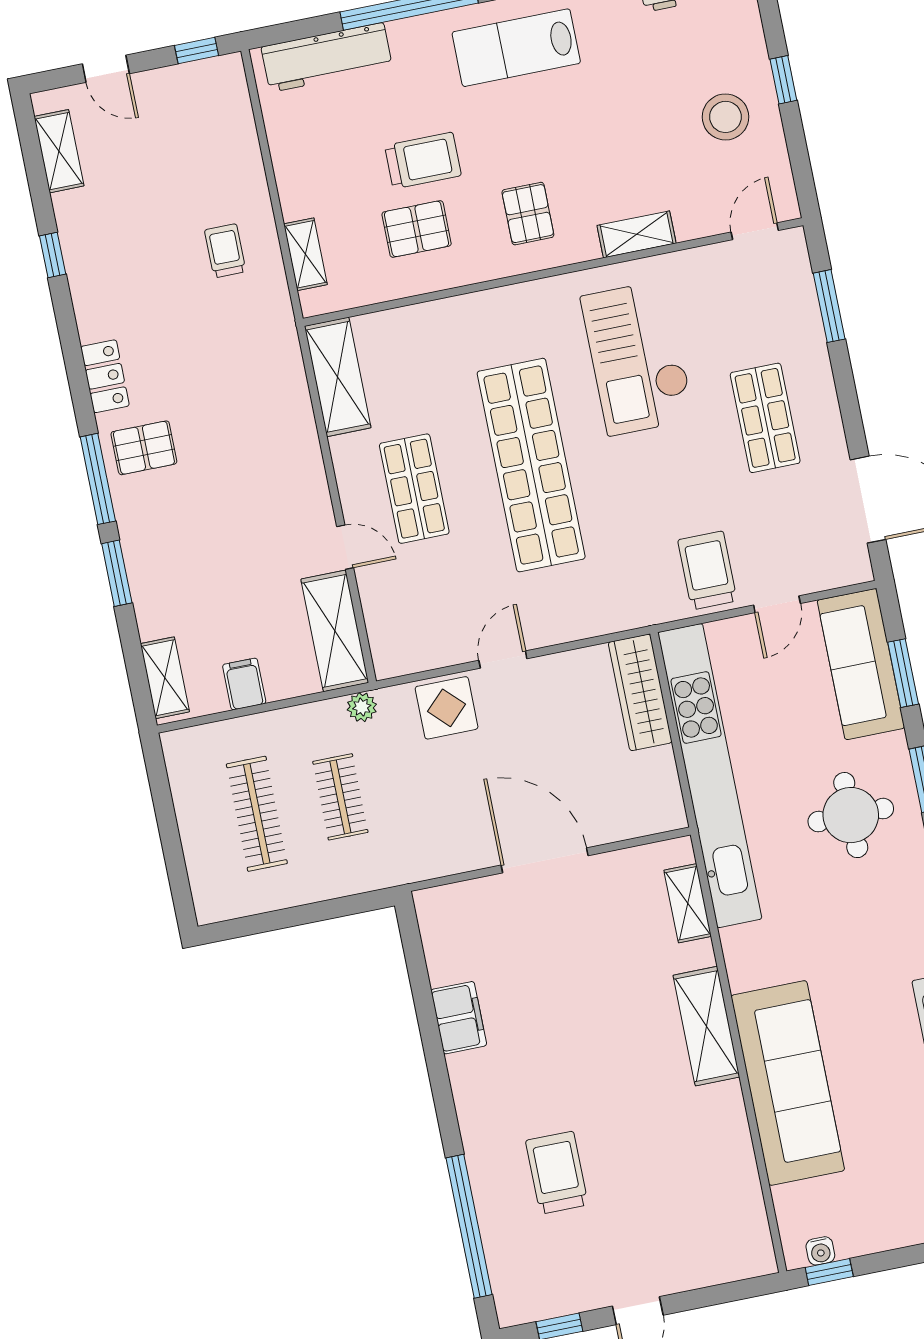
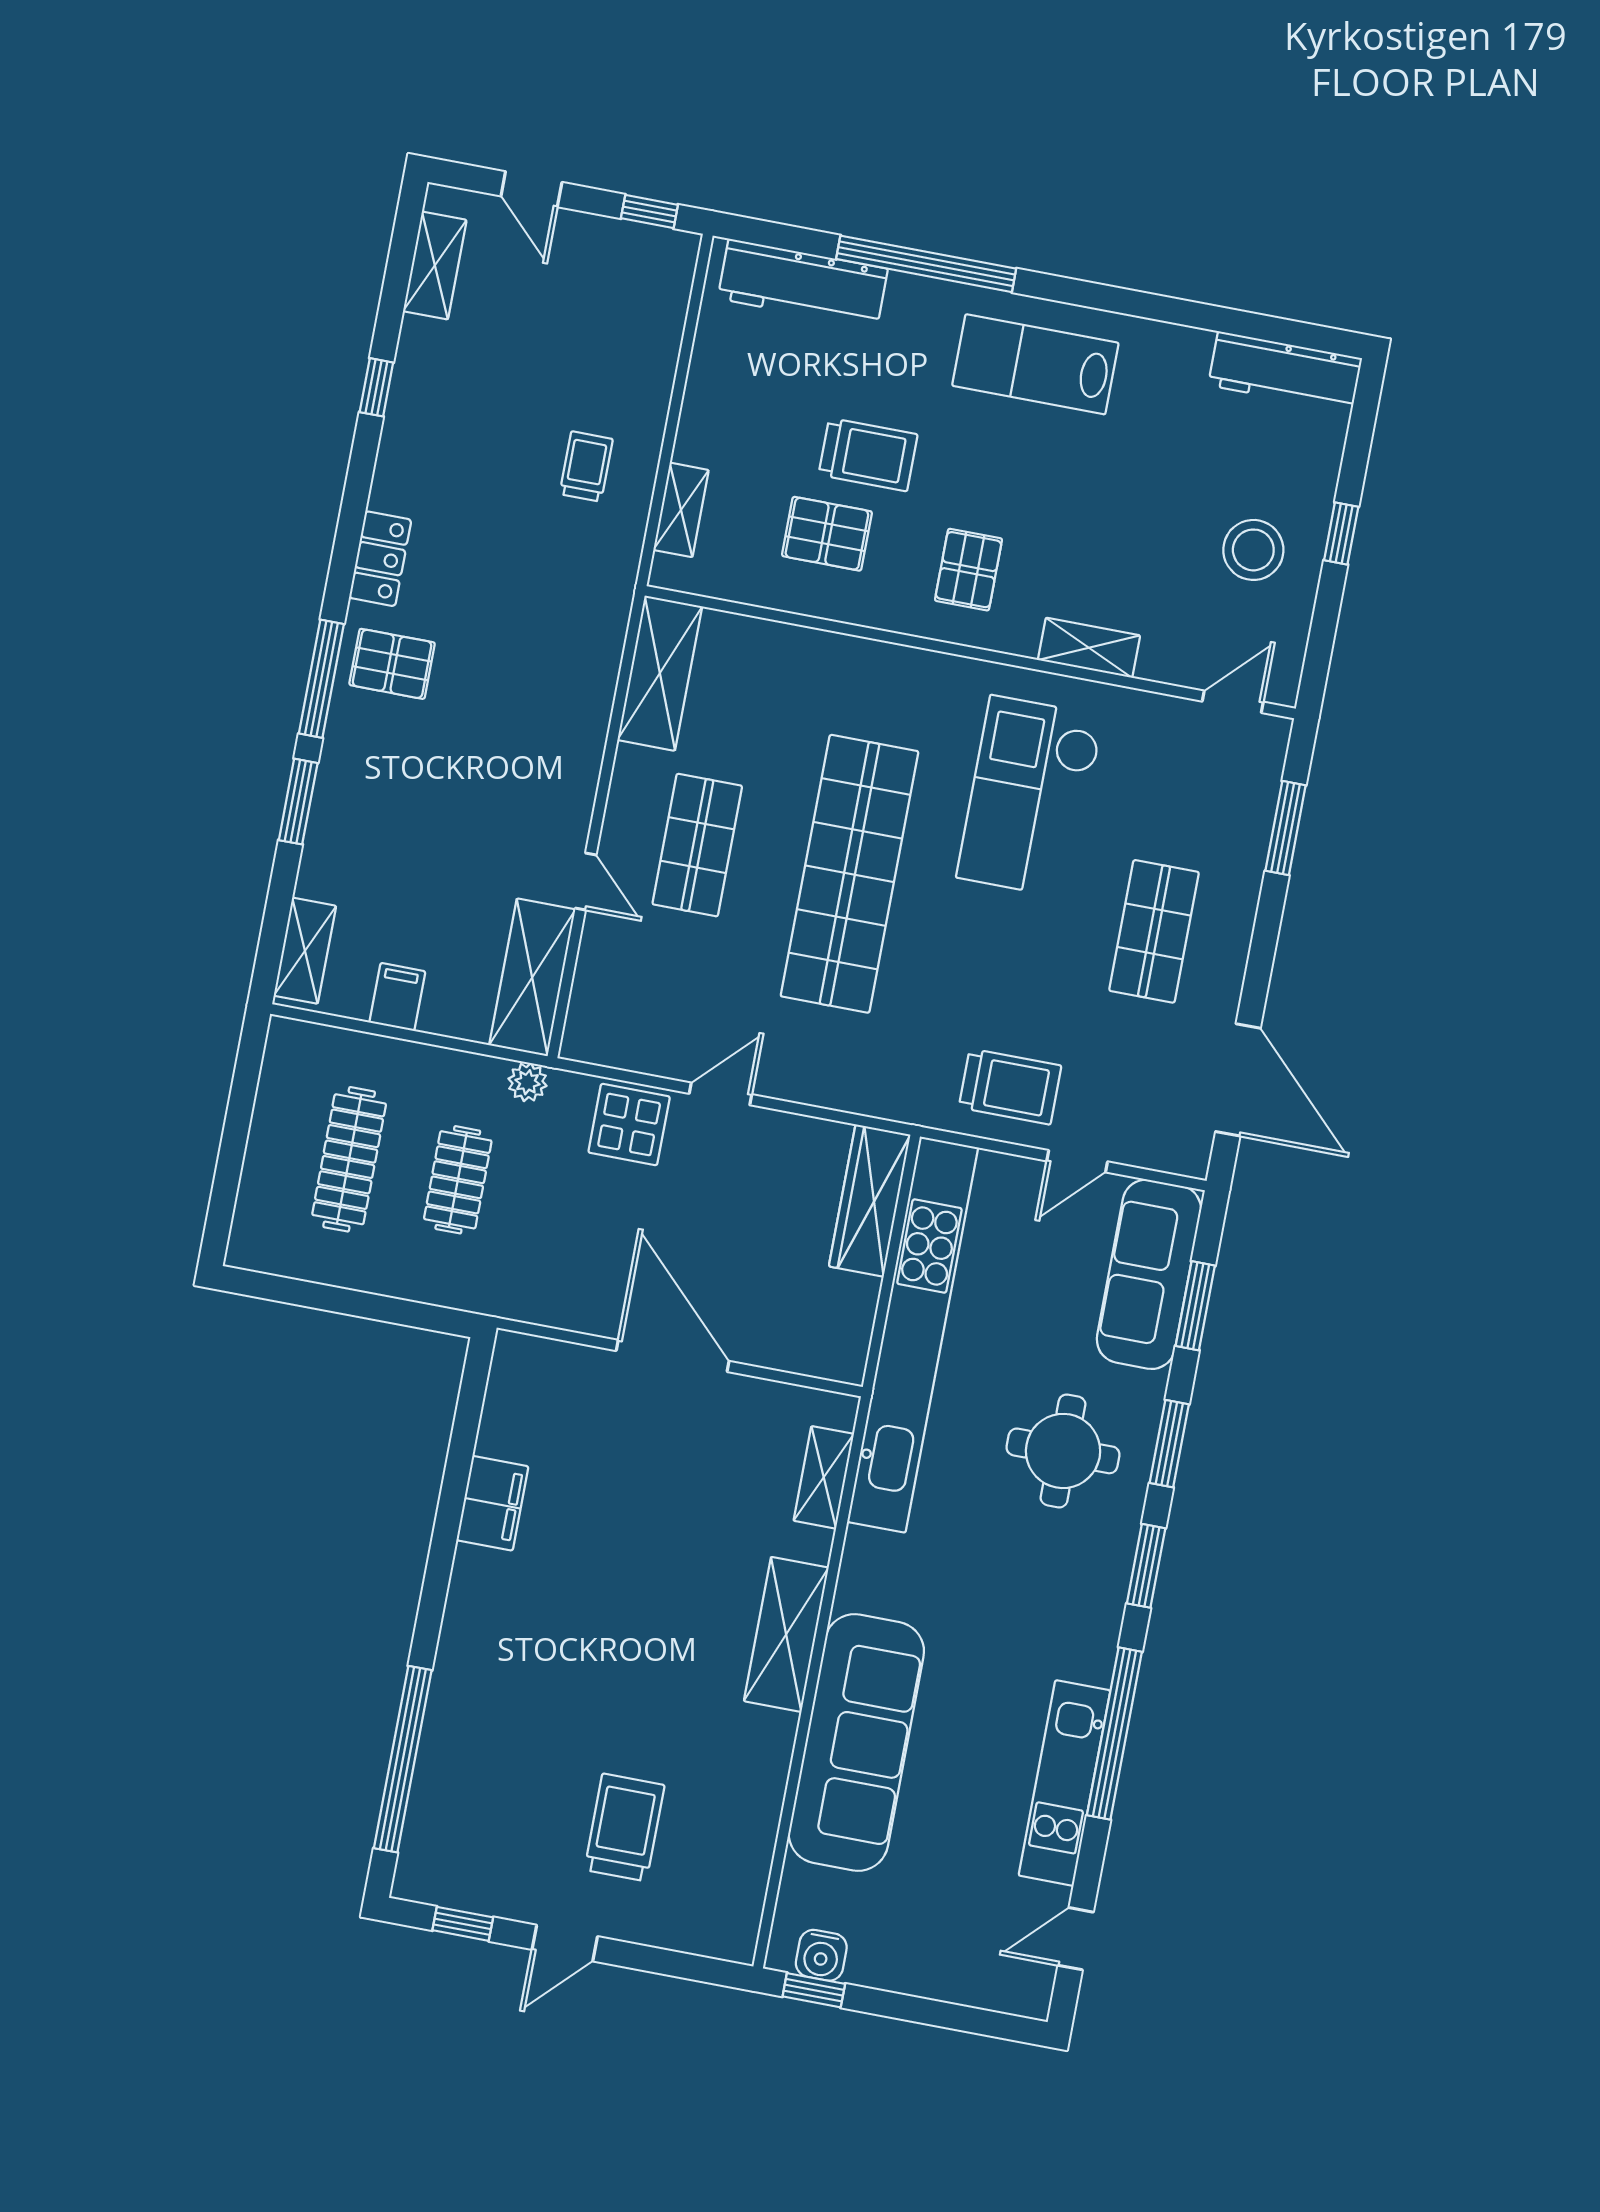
trolley: (707, 570) -> (1010, 1087), turned 90
trolley: (557, 1173) -> (624, 1827), moved
water cooler: (820, 1251) -> (821, 1955), width x1.38, depth x1.38

